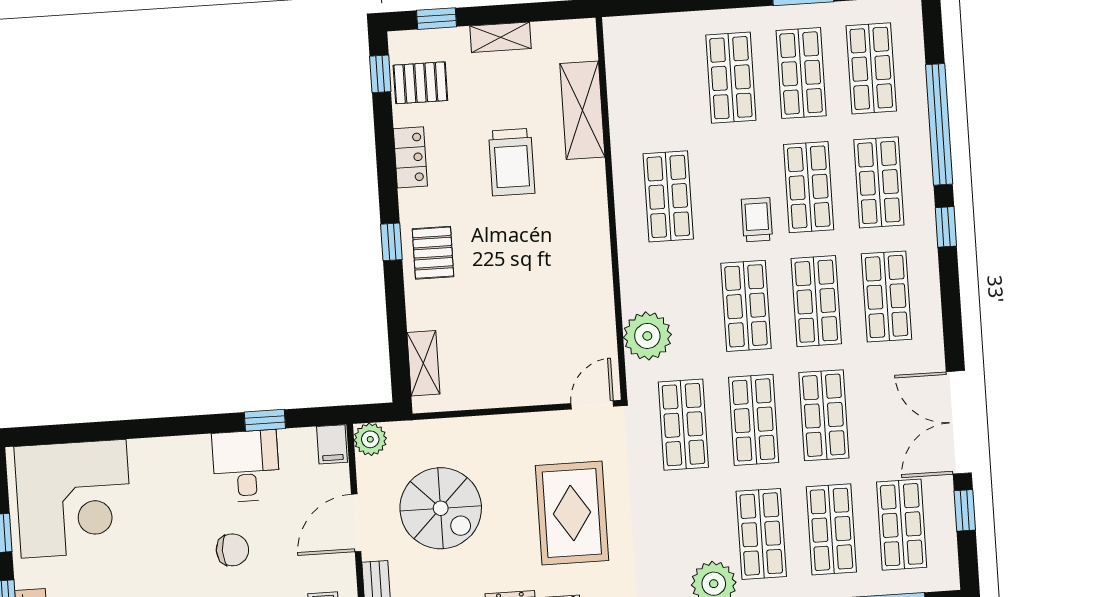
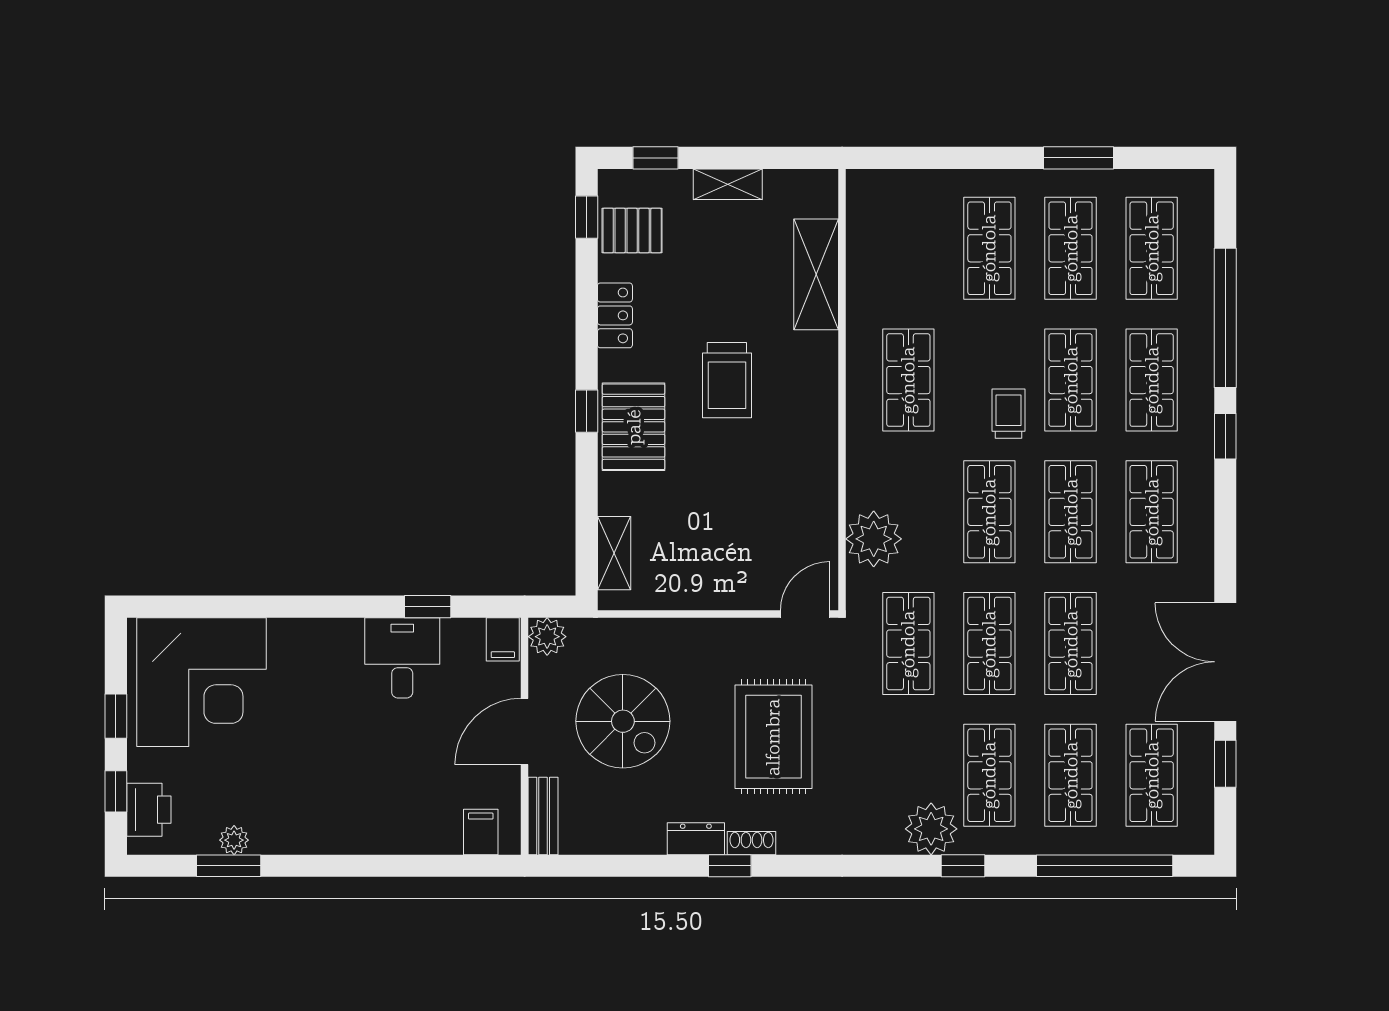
trolley: (512, 162) -> (727, 380), moved
pallet: (433, 253) -> (634, 427), width x1.50, depth x1.42
chair: (232, 550) -> (380, 753), removed

